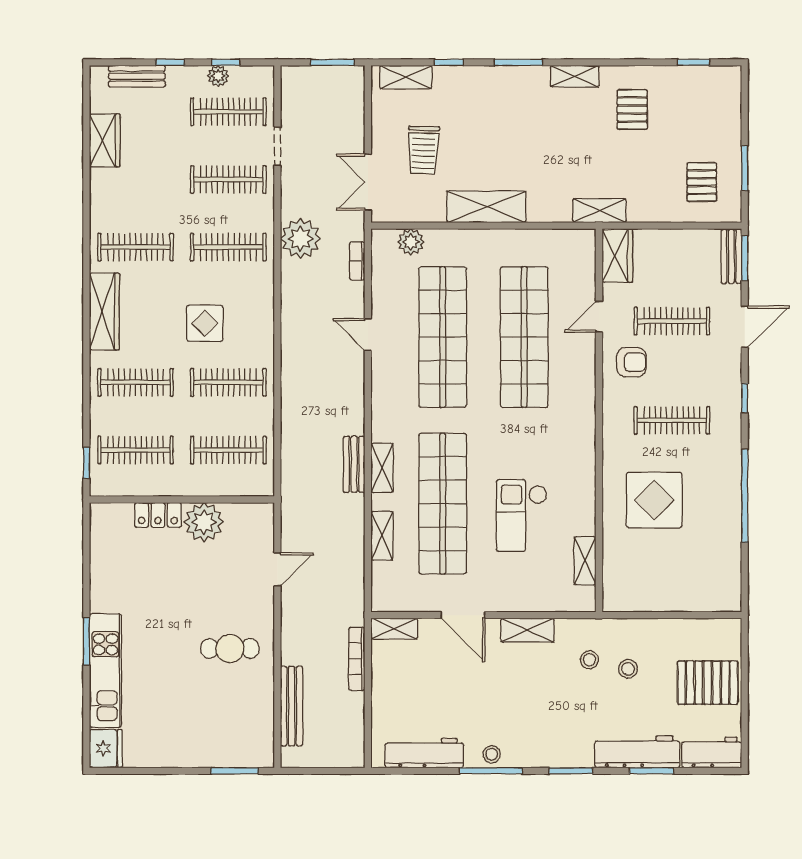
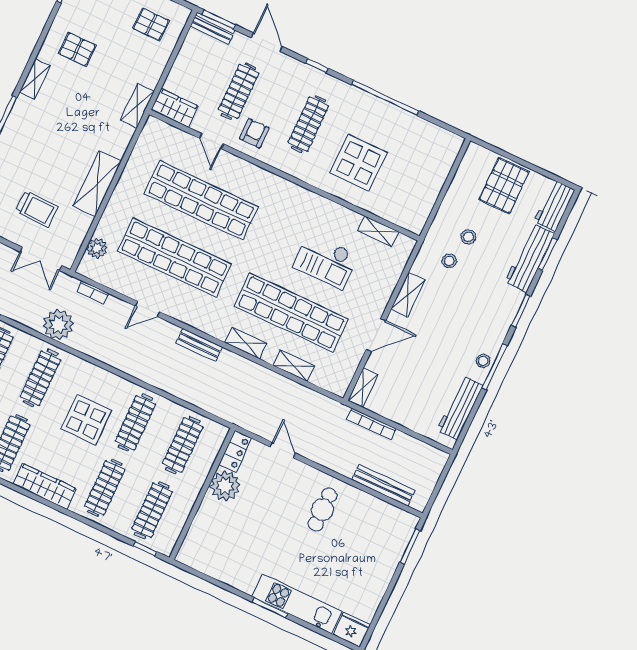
display table: (205, 323) -> (86, 420), width x1.36, depth x1.36
bench: (354, 464) -> (199, 345), moved
locker: (158, 515) -> (235, 451), moved

